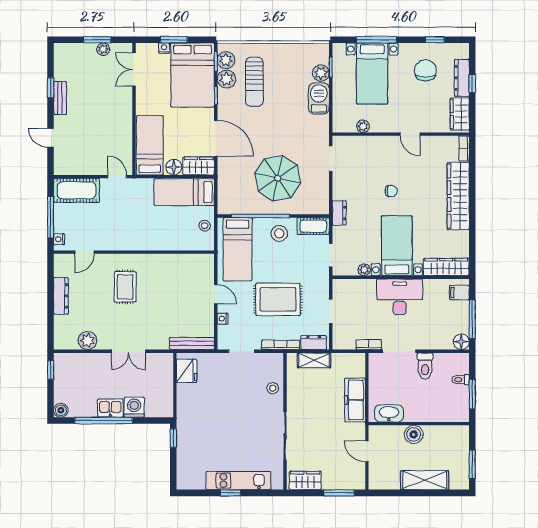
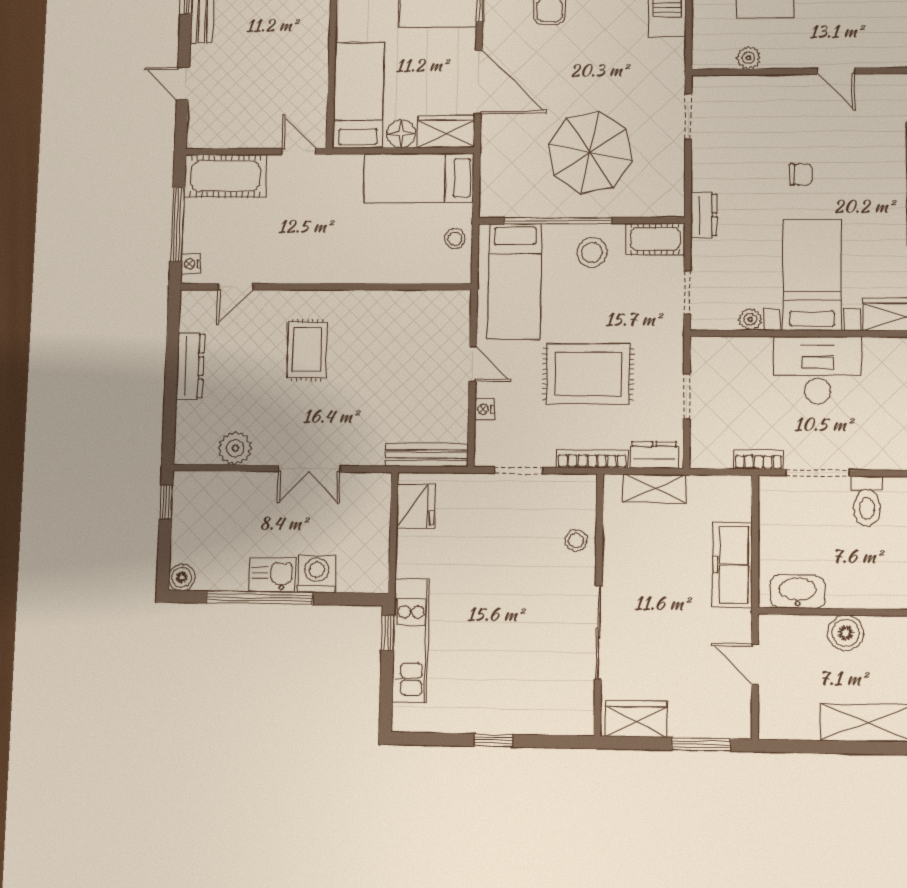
kitchen unit: (238, 481) -> (410, 640), moved, turned 90

